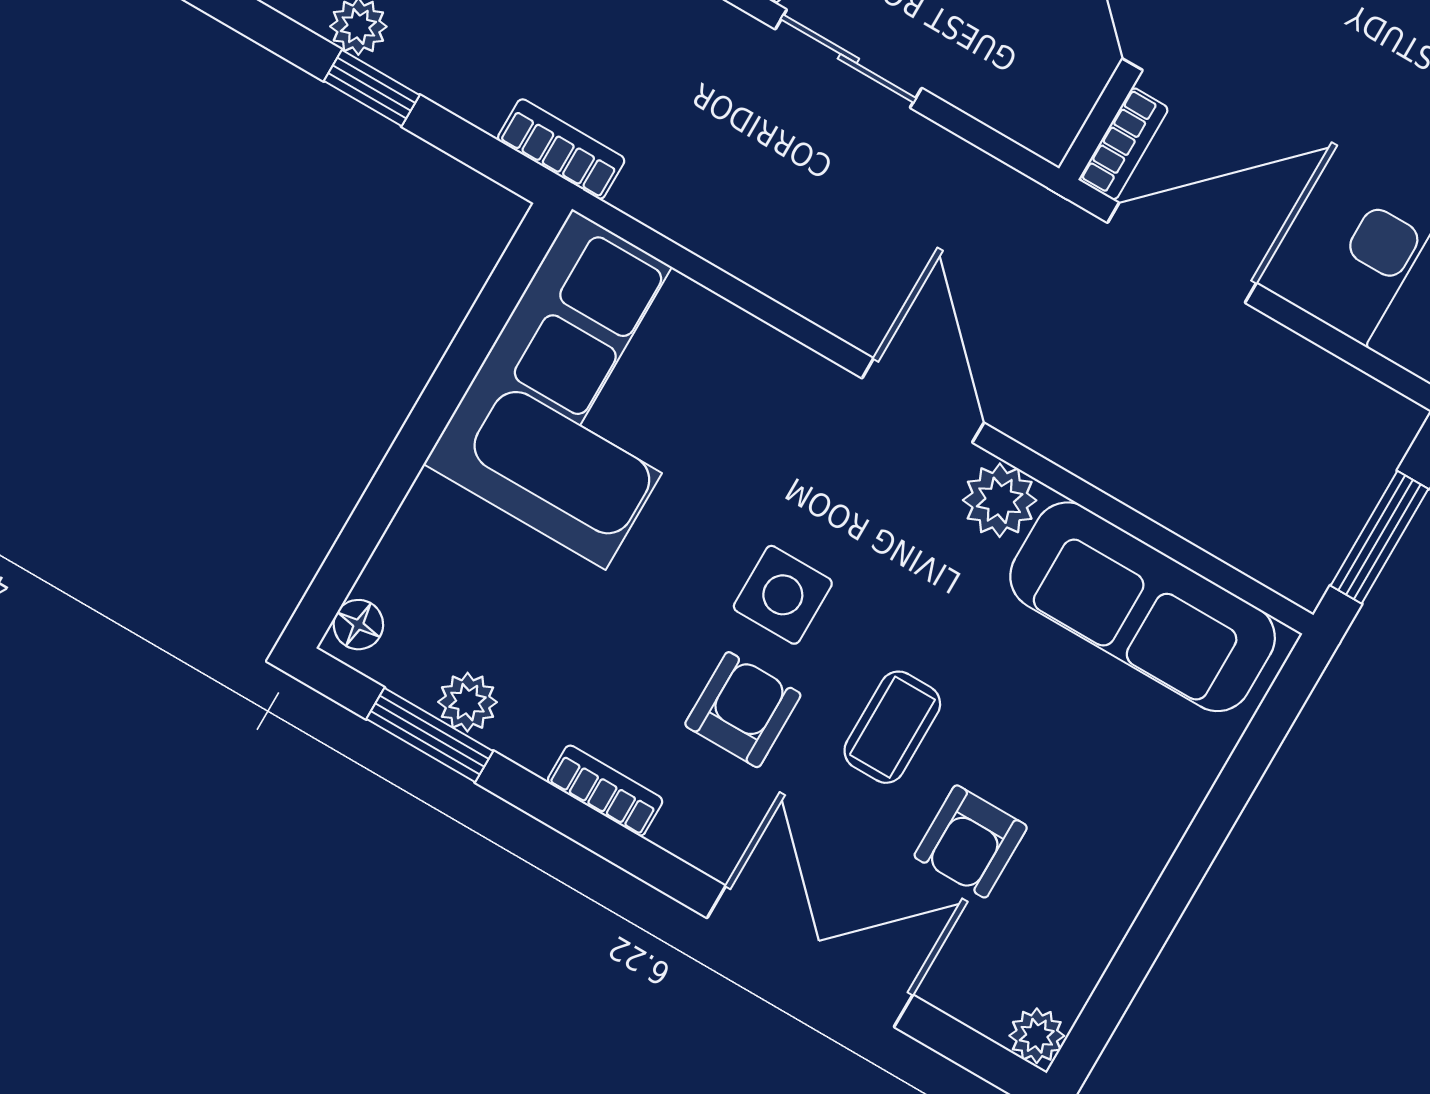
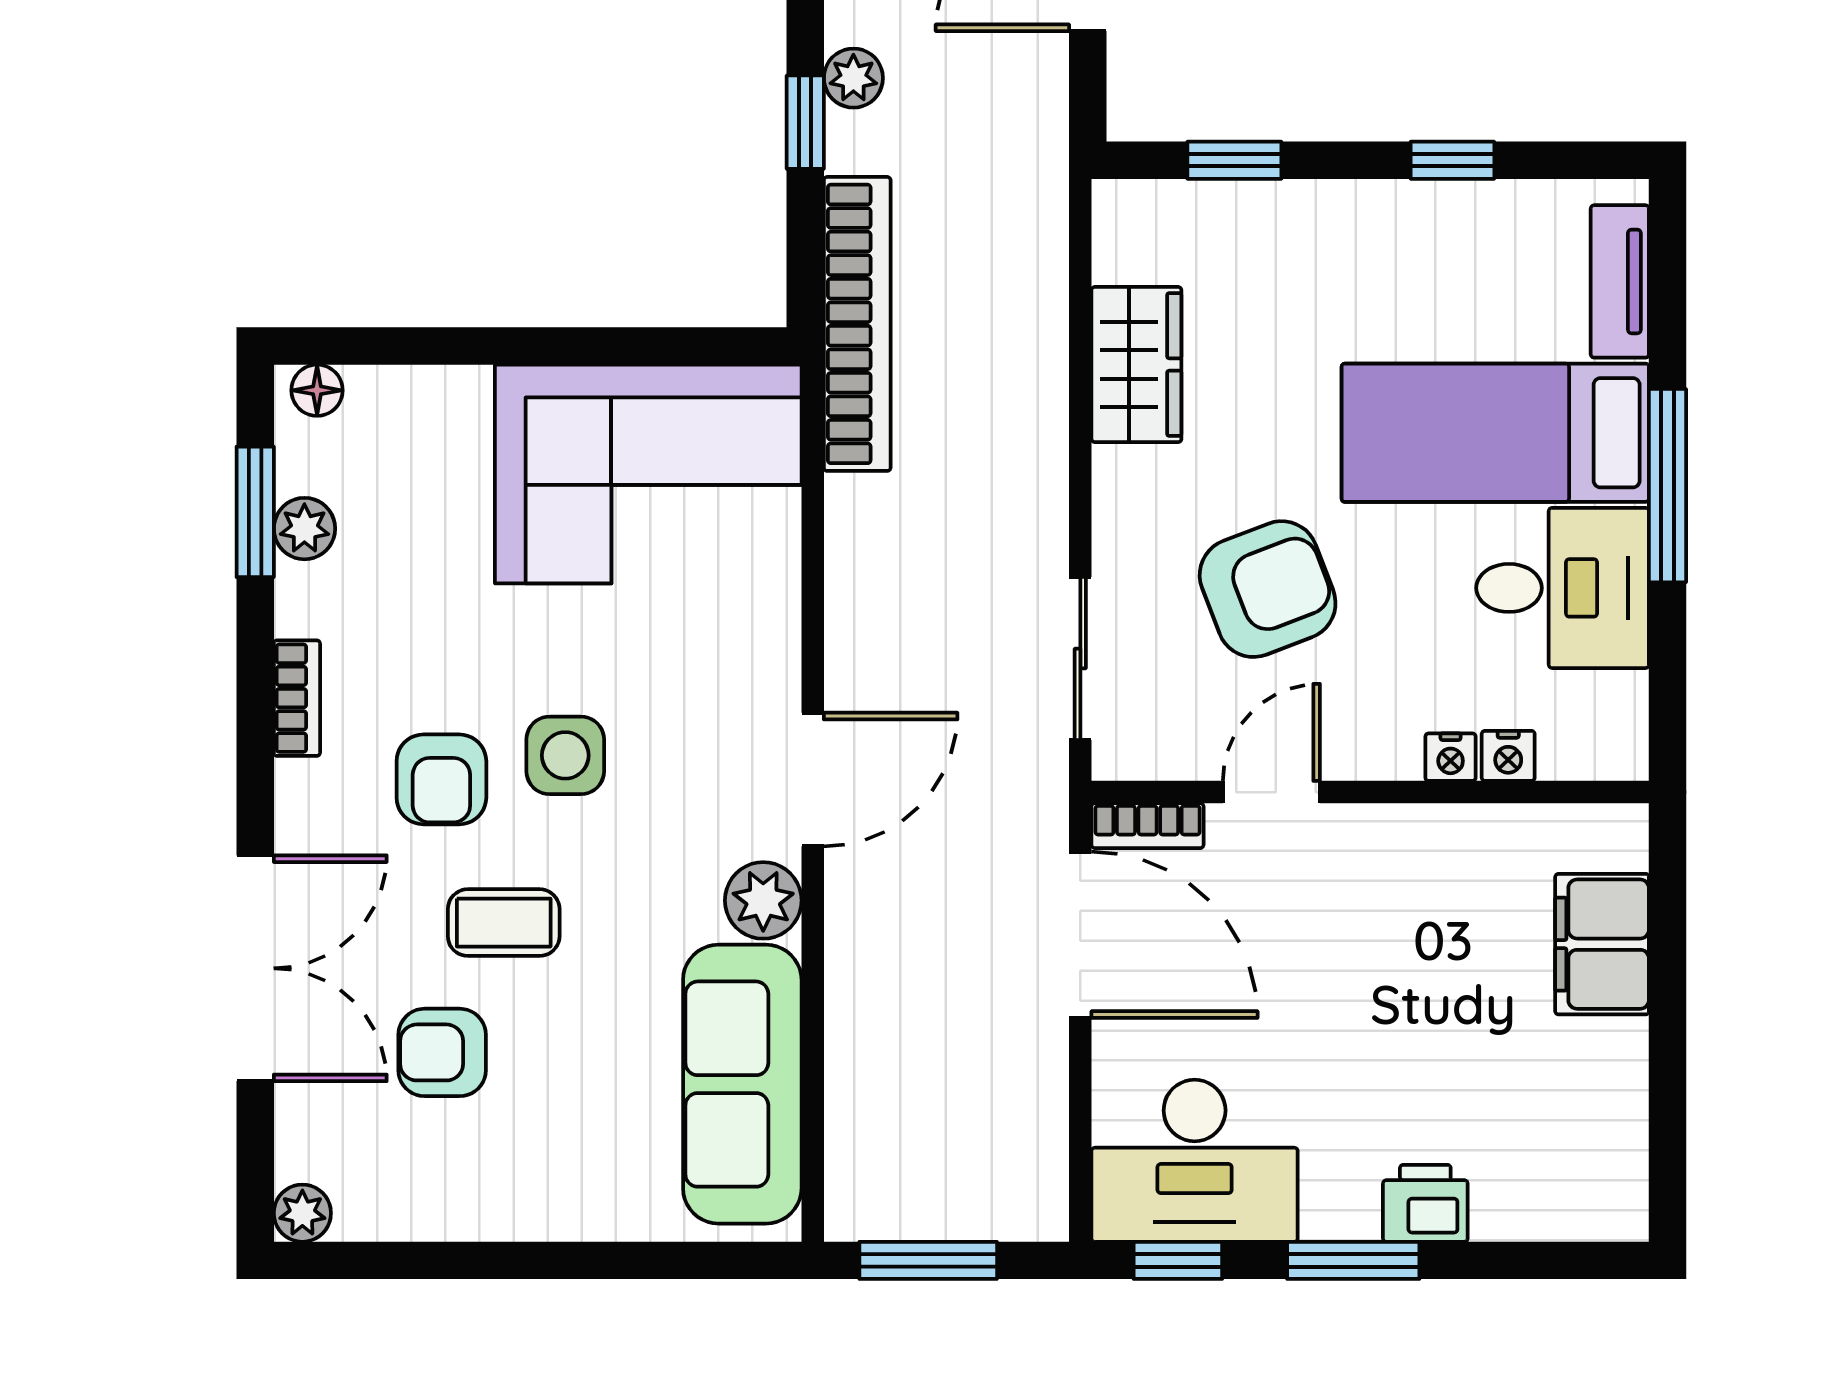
sliding door: (848, 59) -> (1080, 659), moved
bookcase: (561, 149) -> (857, 324), width x2.31, depth x1.31
armchair: (743, 710) -> (441, 779), turned 90

